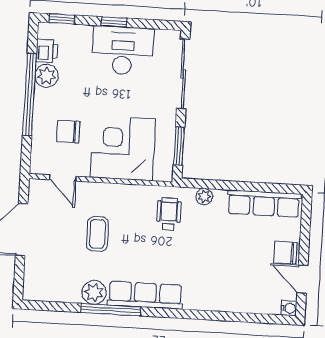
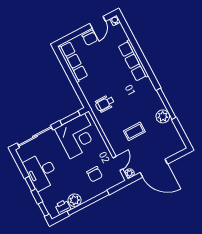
corner desk: (123, 148) -> (77, 136), moved, turned -90
plant: (204, 197) -> (130, 173), moved
row of seats: (145, 295) -> (133, 61), moved

